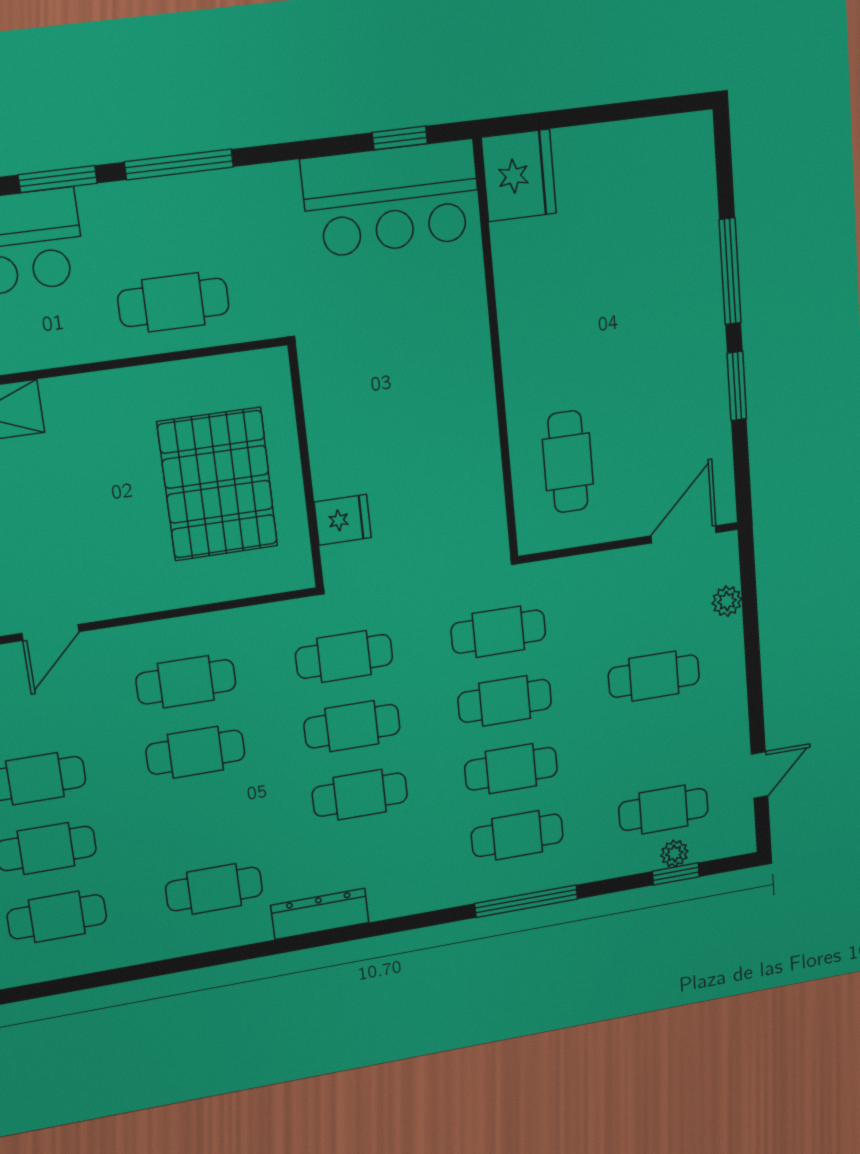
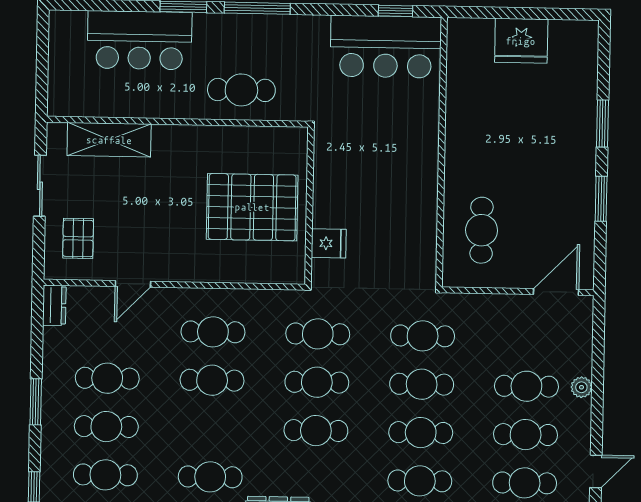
fridge: (519, 175) -> (521, 41), moved, turned 90
window: (730, 271) -> (603, 124), width x0.69
pallet: (218, 484) -> (252, 207), turned 90
plant: (727, 601) -> (581, 387), moved
cafe table: (659, 743) -> (526, 435), added

